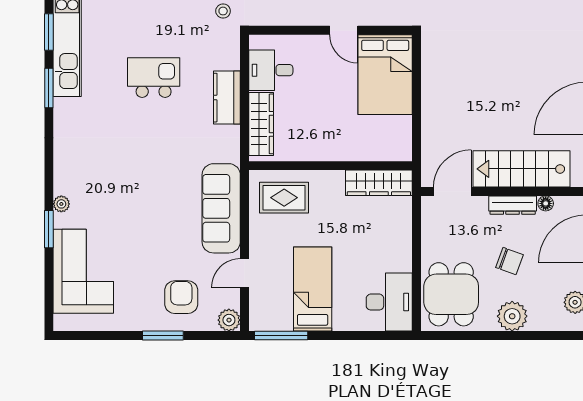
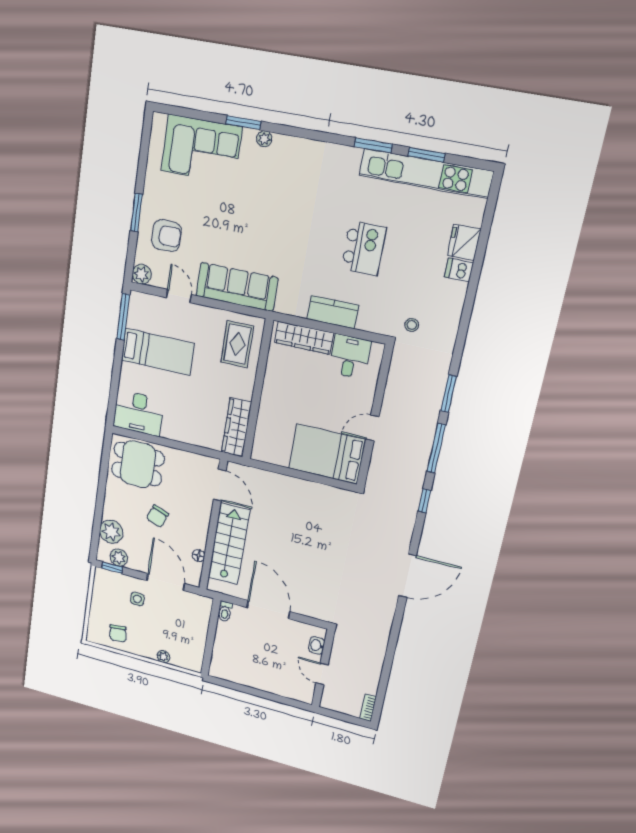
dresser: (513, 205) -> (201, 530), removed
plant: (512, 316) -> (111, 532), moved

